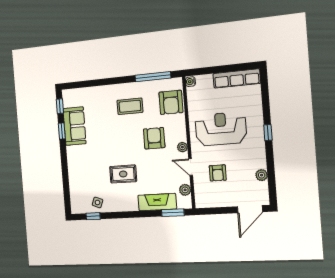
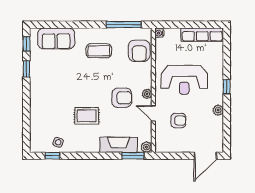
sofa: (74, 126) -> (56, 38), moved, turned 90
reception desk: (221, 129) -> (184, 80), turned 180
armchair: (154, 138) -> (122, 98), moved, turned 90
armchair: (218, 173) -> (178, 121), turned -90
plant: (262, 175) -> (218, 110), moved
plant: (185, 190) -> (146, 147), moved

